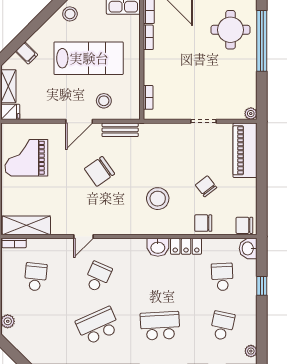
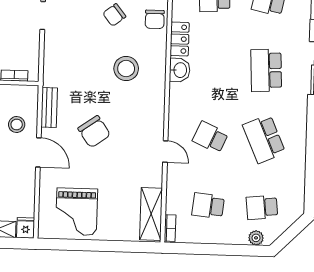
school desk: (36, 326) -> (262, 207), added

